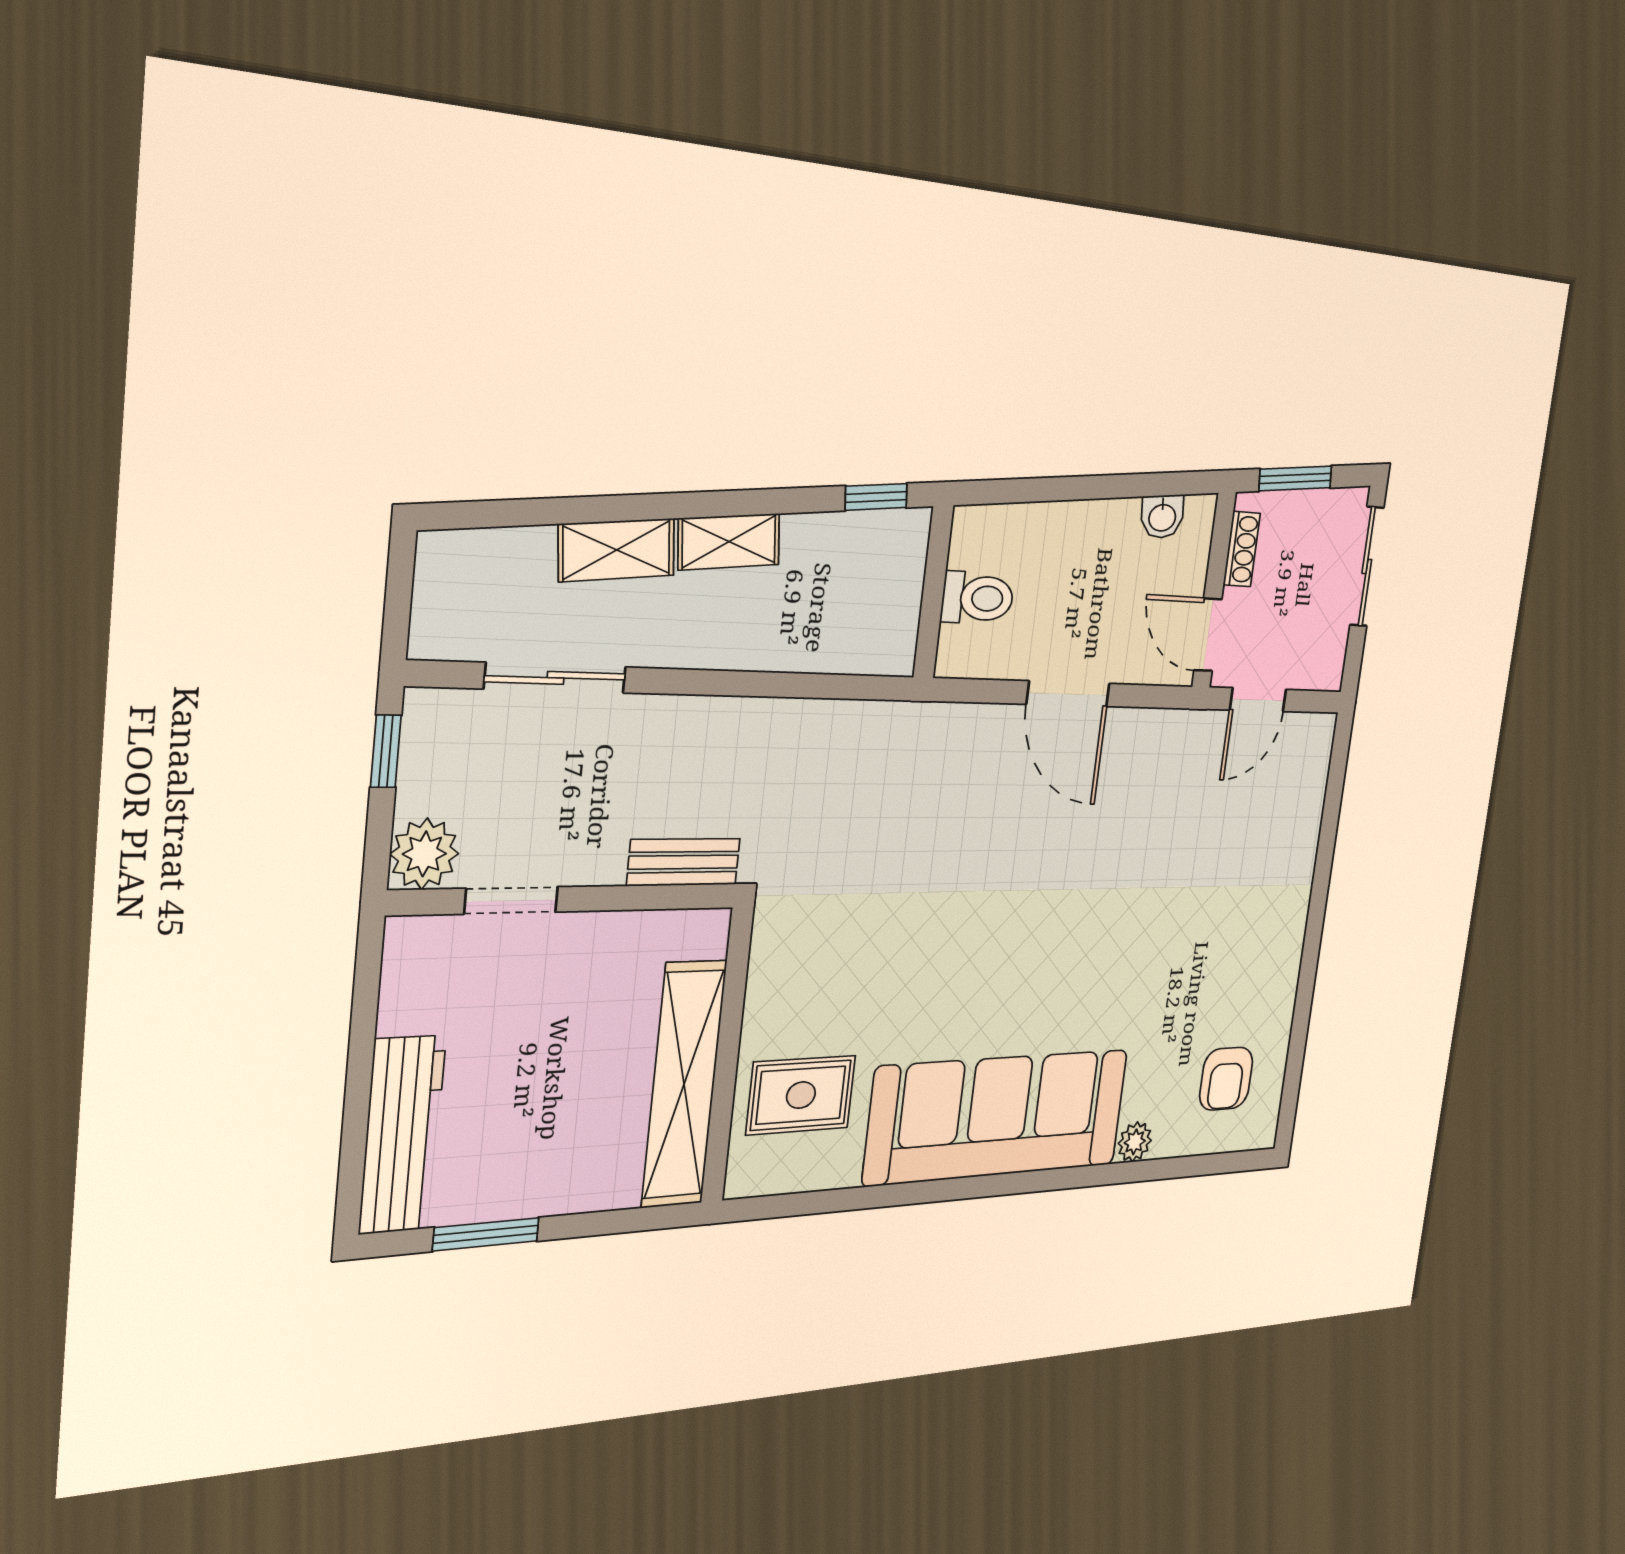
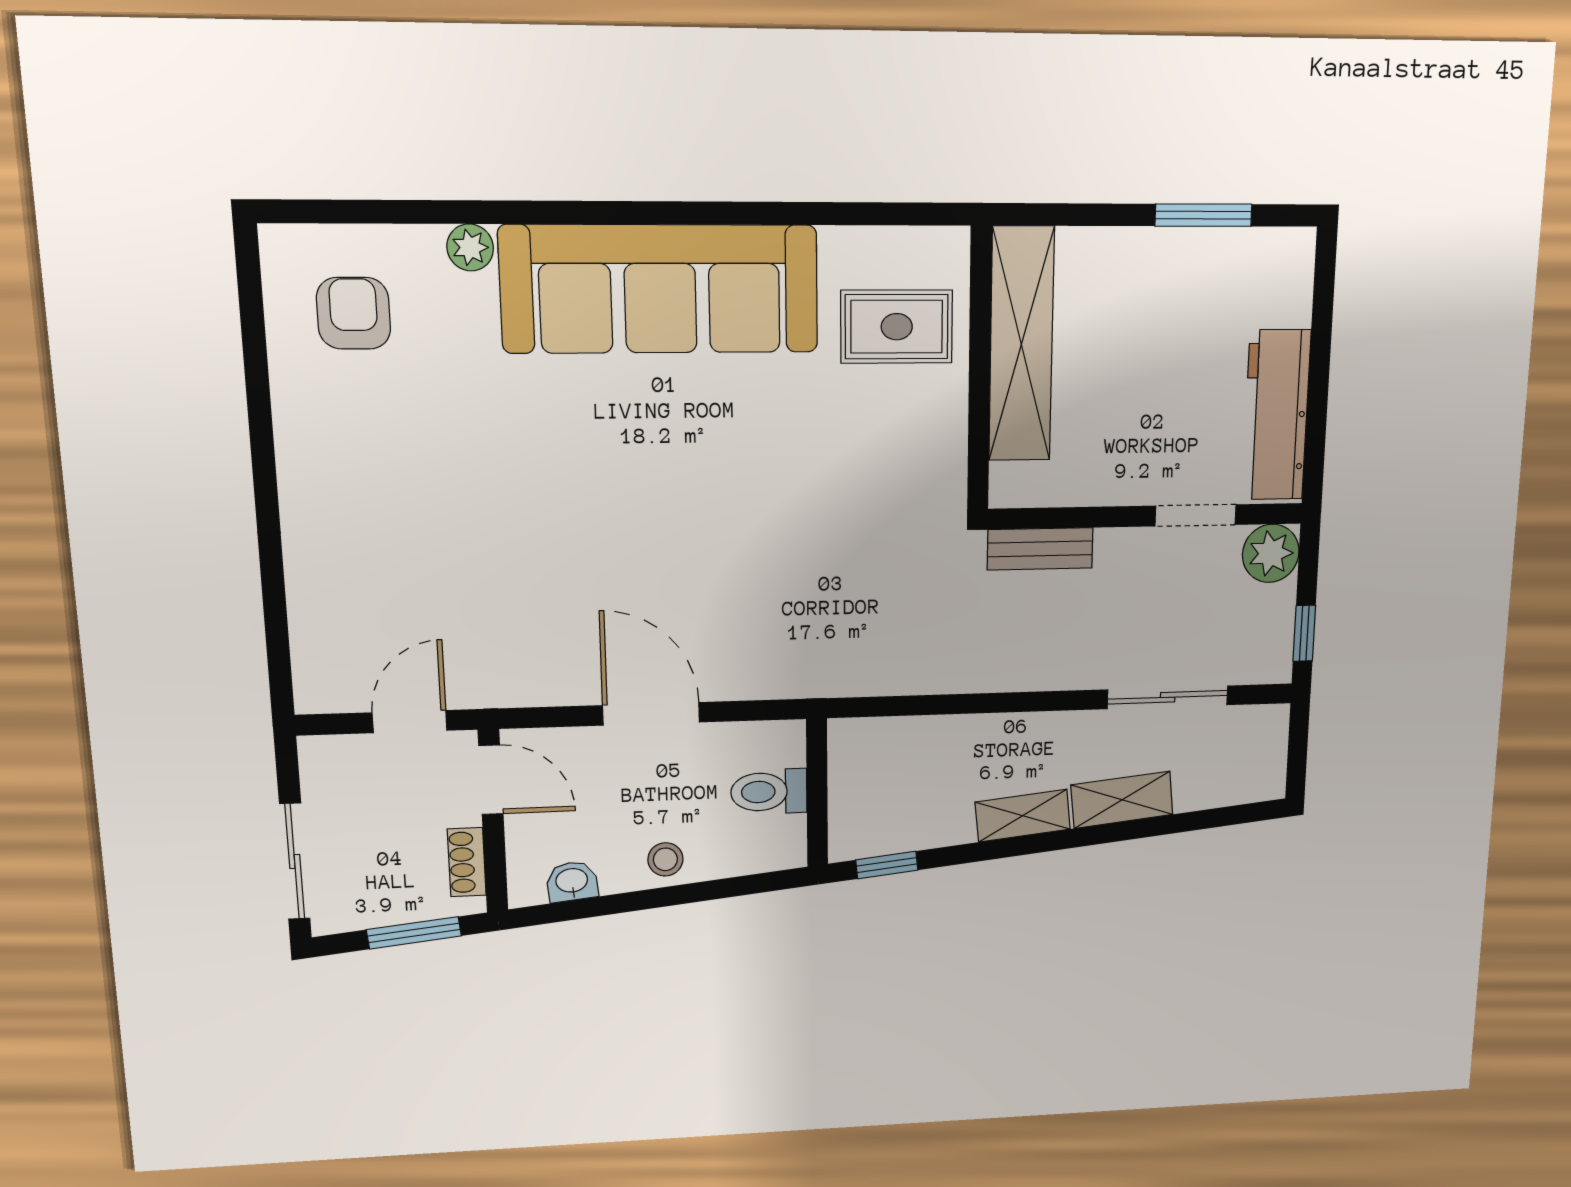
stool: (1080, 531) -> (665, 859), added
workbench: (402, 1135) -> (1276, 415), moved

